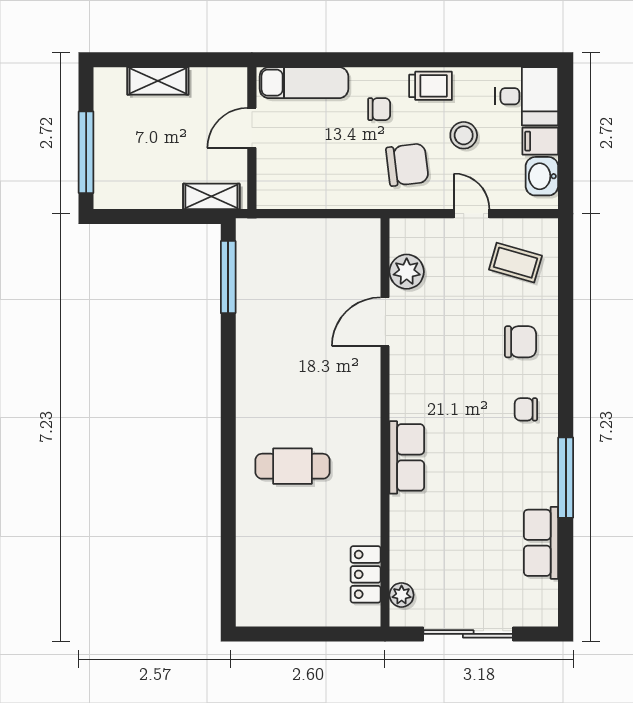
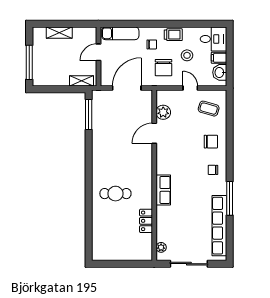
chair: (407, 165) -> (163, 68), turned 97
door: (319, 214) -> (127, 88), added
row of seats: (541, 543) -> (219, 226), width x2.02
locker: (366, 574) -> (146, 221), moved

